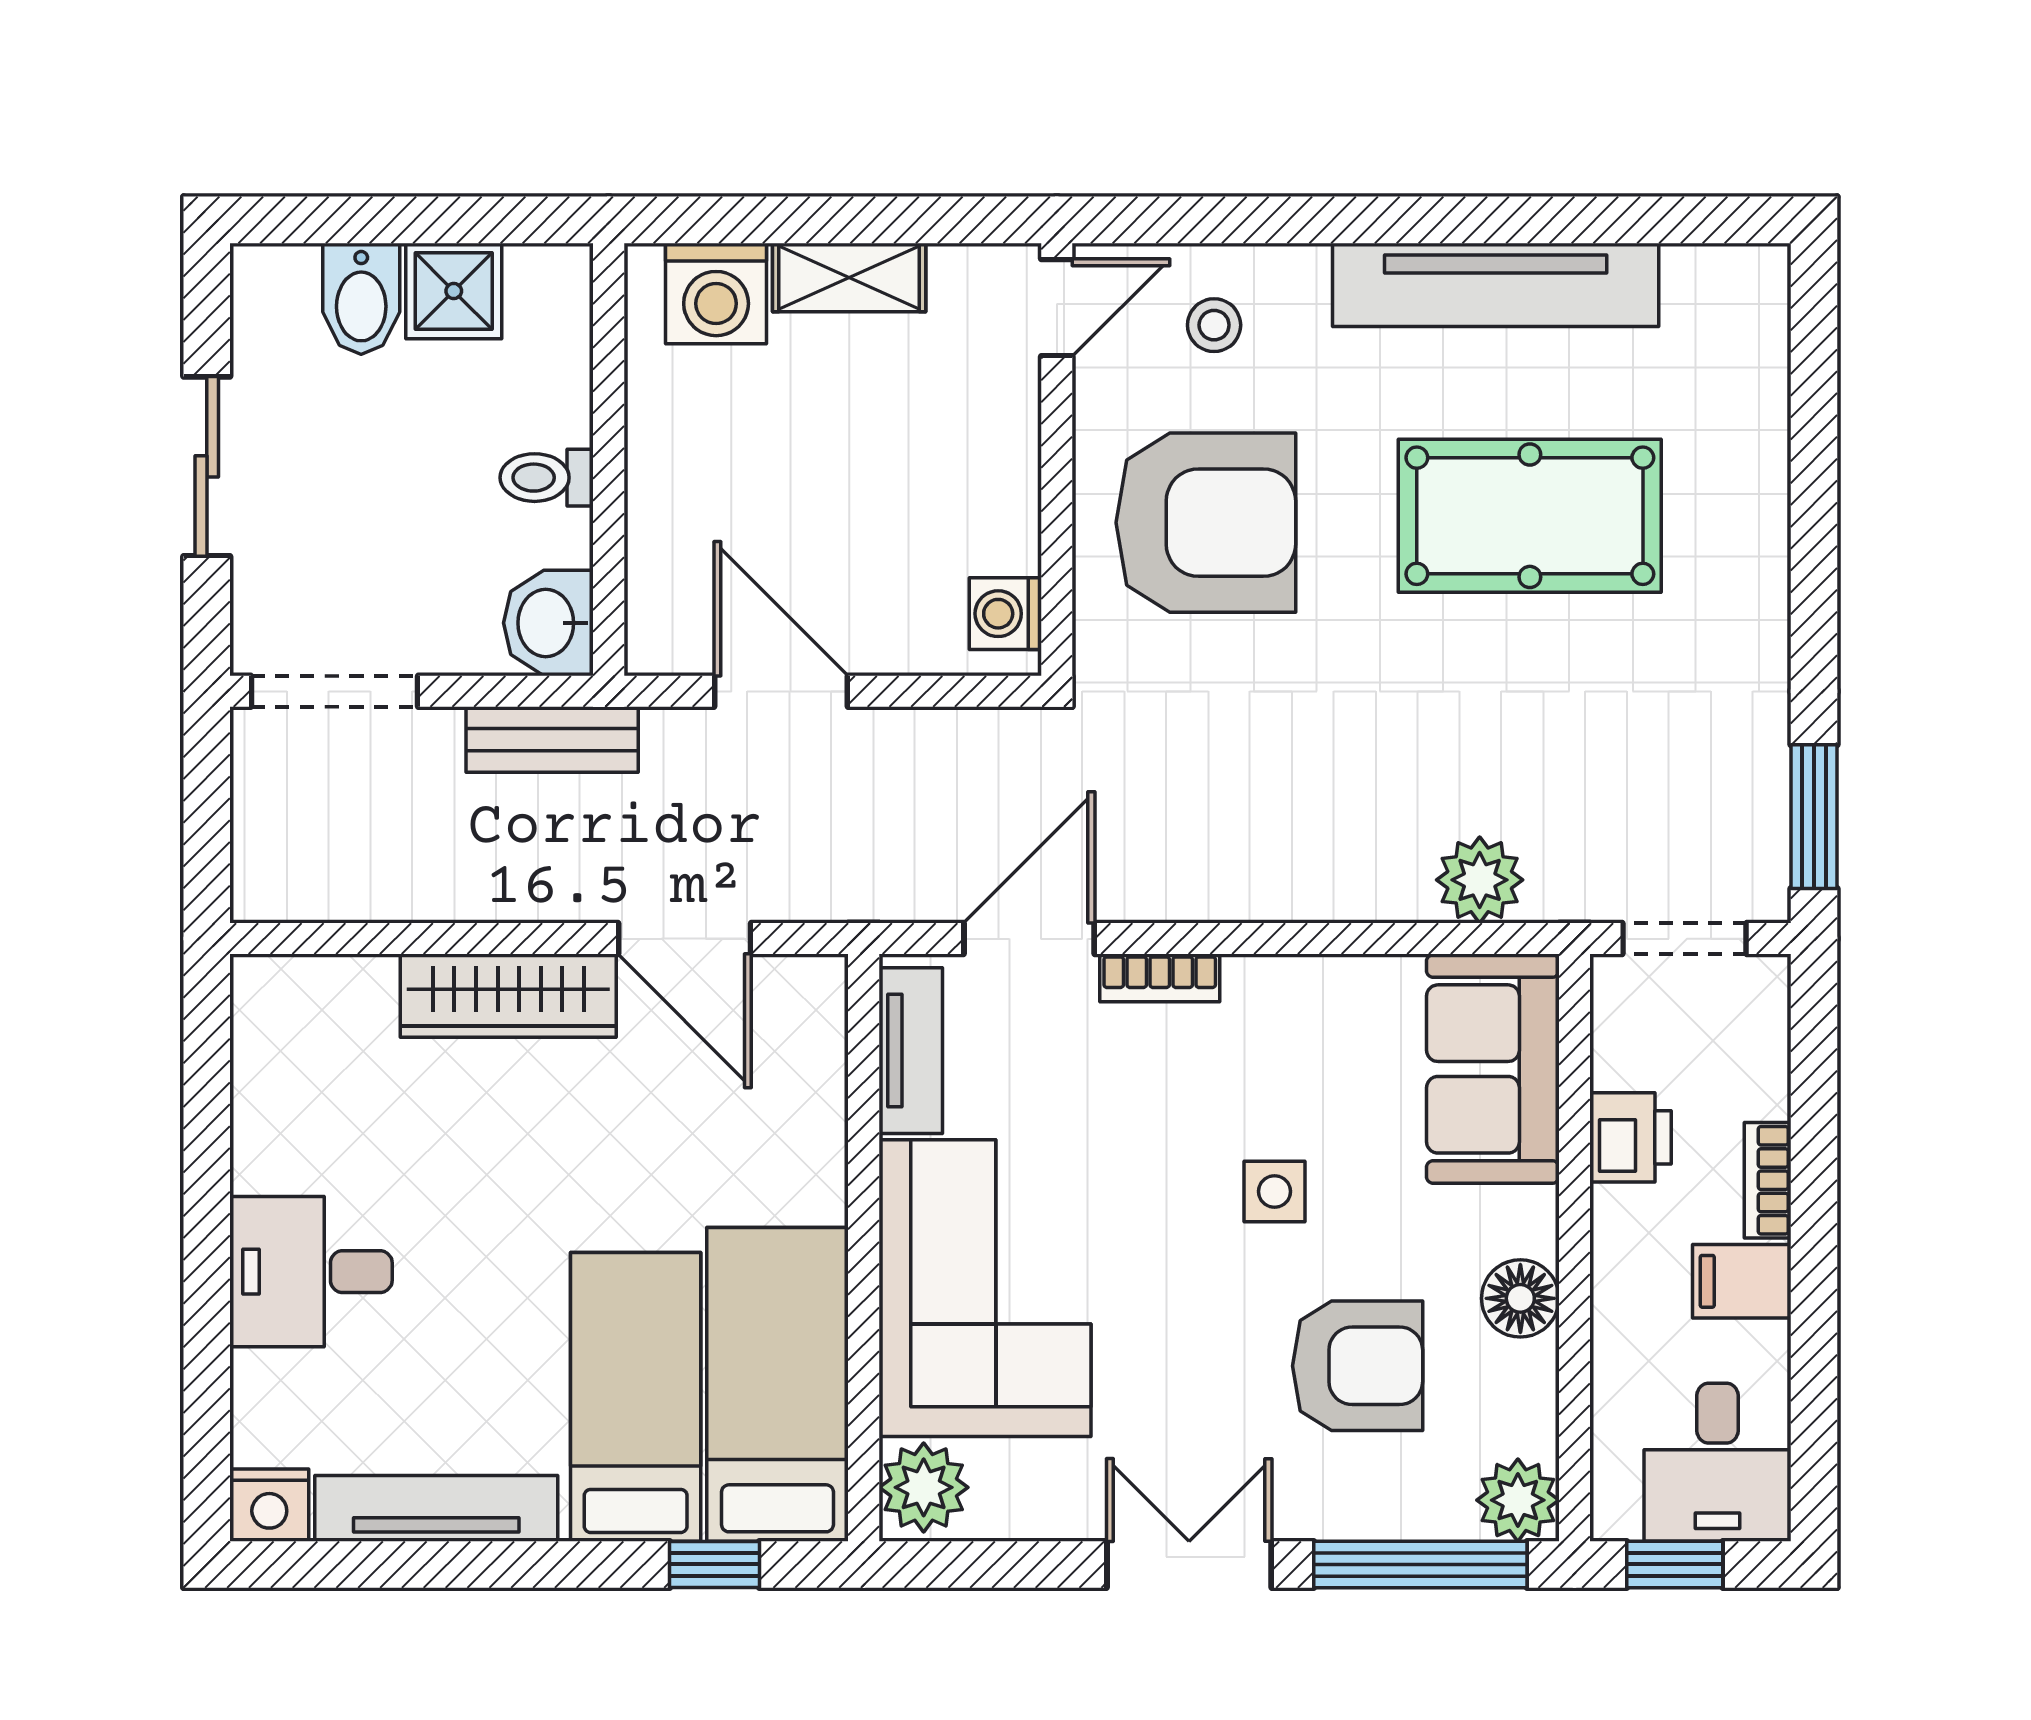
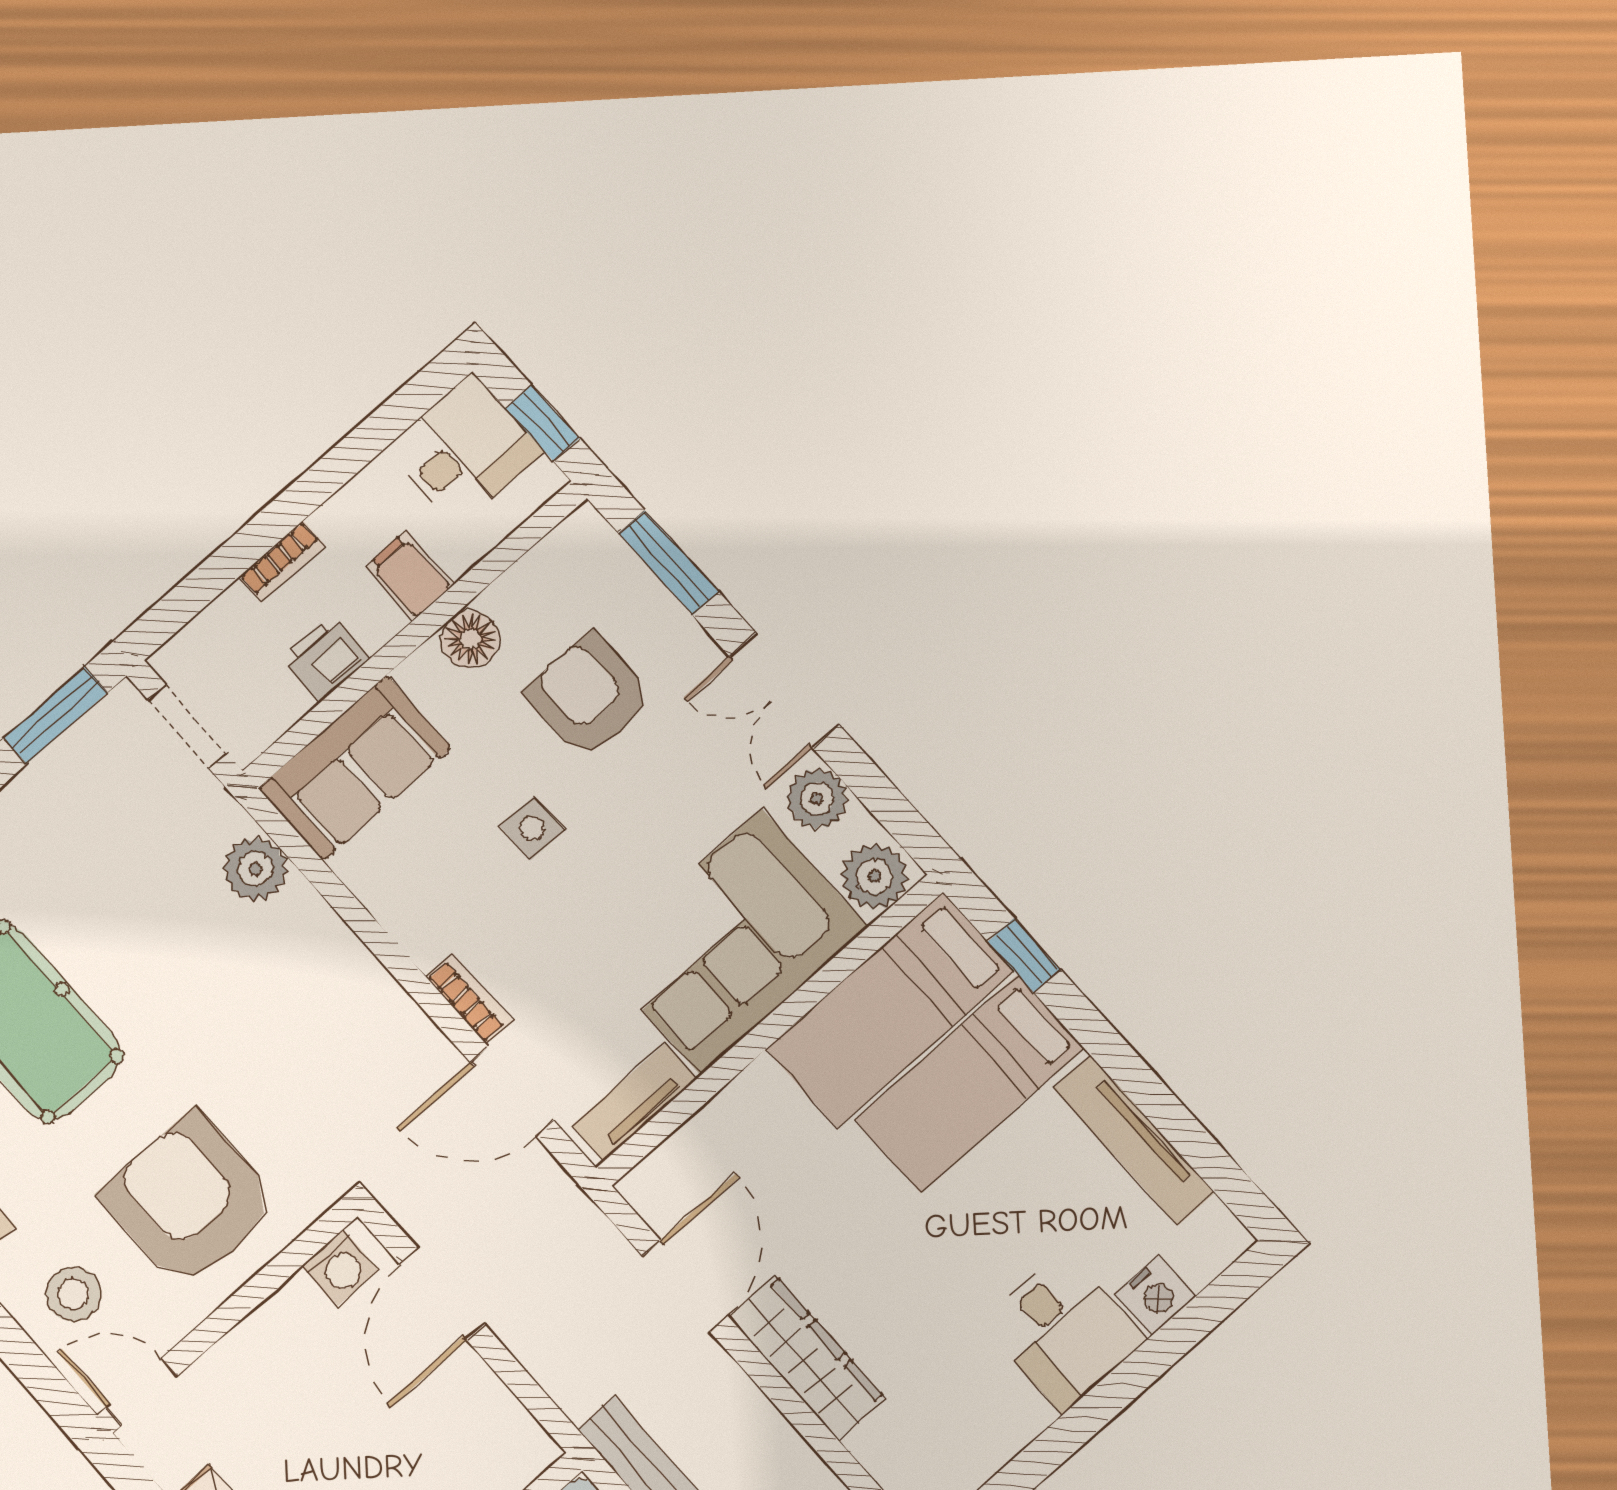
stool: (1214, 325) -> (74, 1294), width x1.37, depth x1.37
door: (781, 691) -> (442, 1294), moved
filing cabinet: (1742, 1281) -> (410, 575), moved, turned 180
plant: (1518, 1500) -> (817, 799), moved
nightstand: (269, 1505) -> (1155, 1295), moved, turned 90
window: (1420, 1564) -> (669, 563), width x0.69

